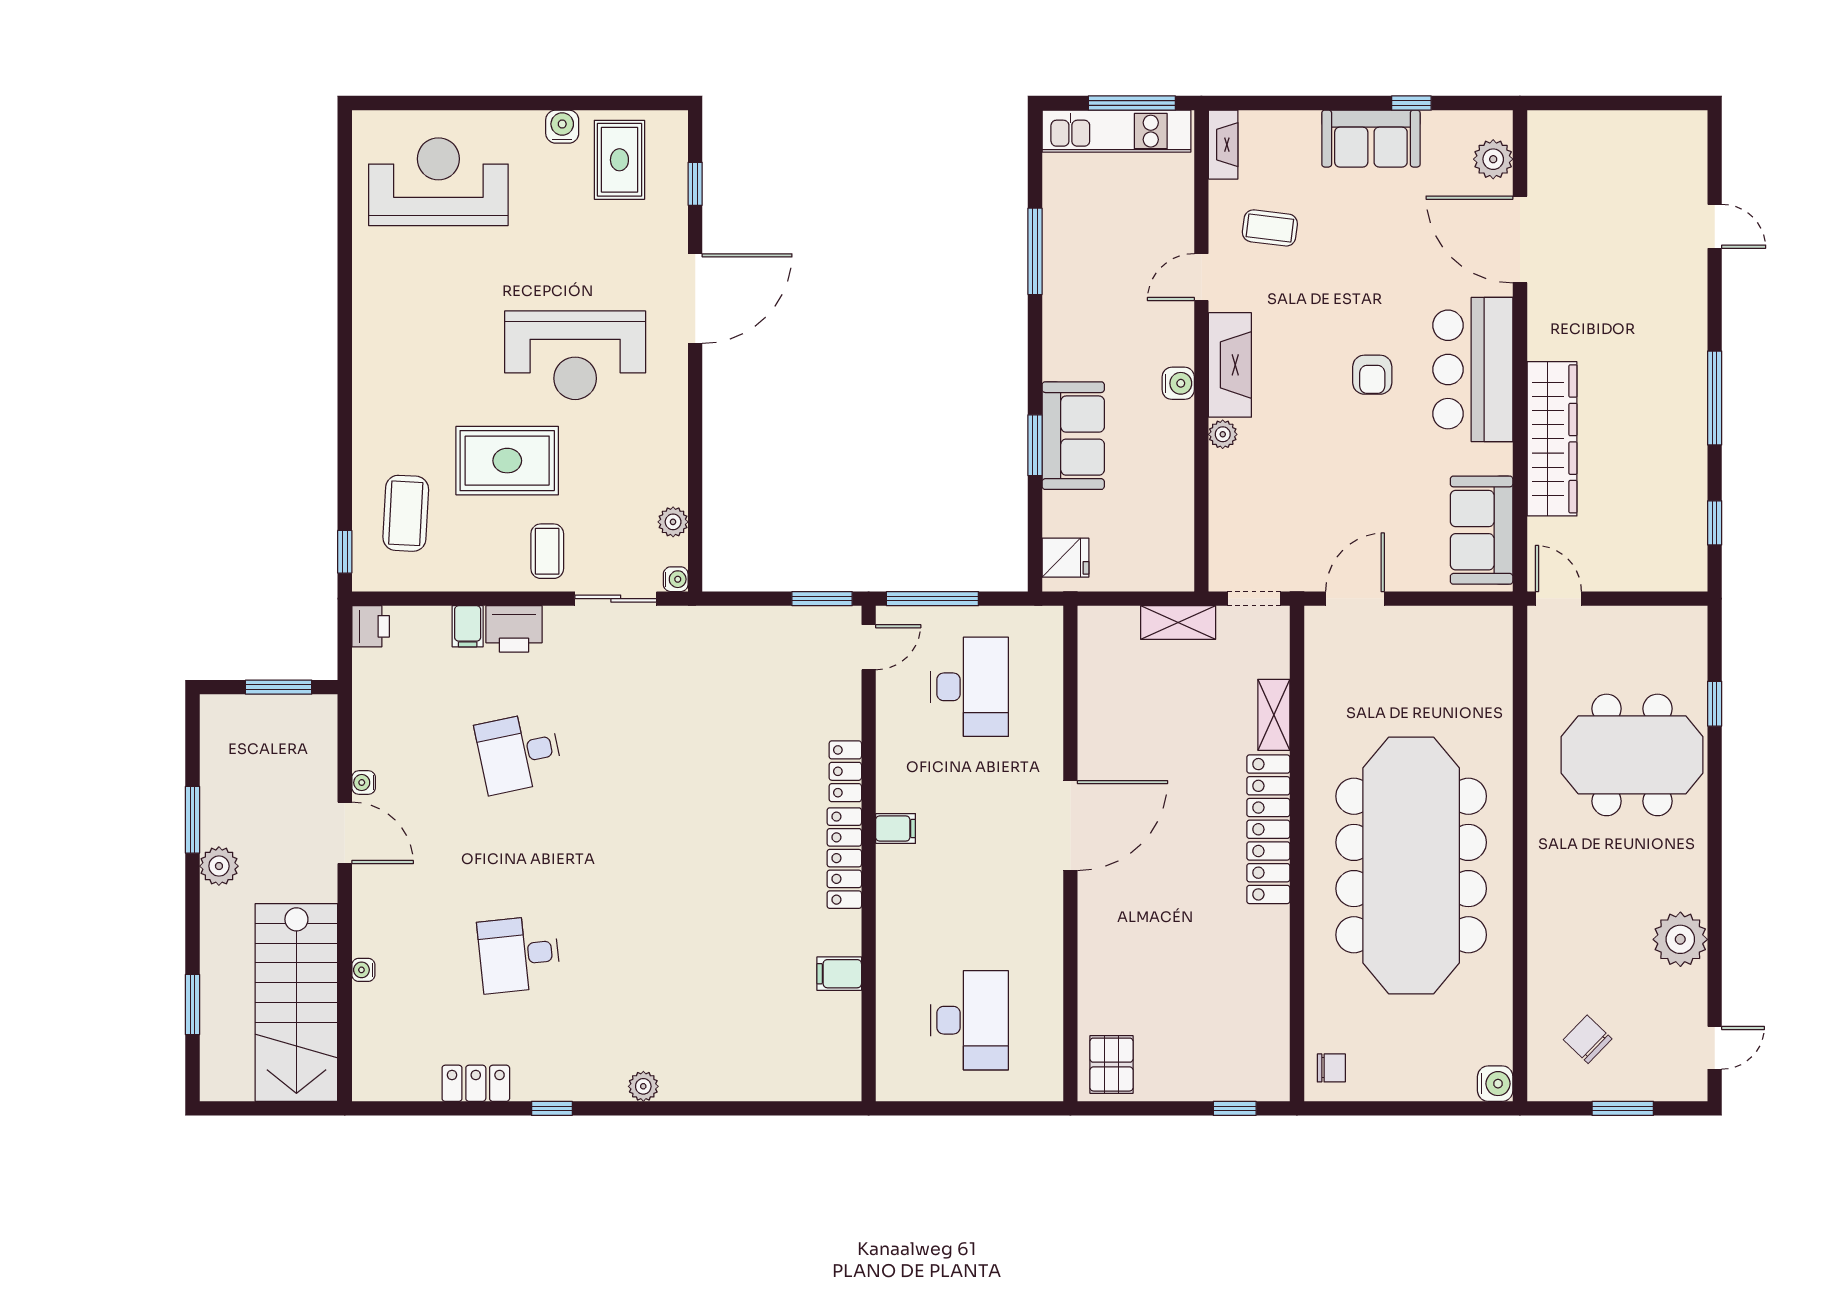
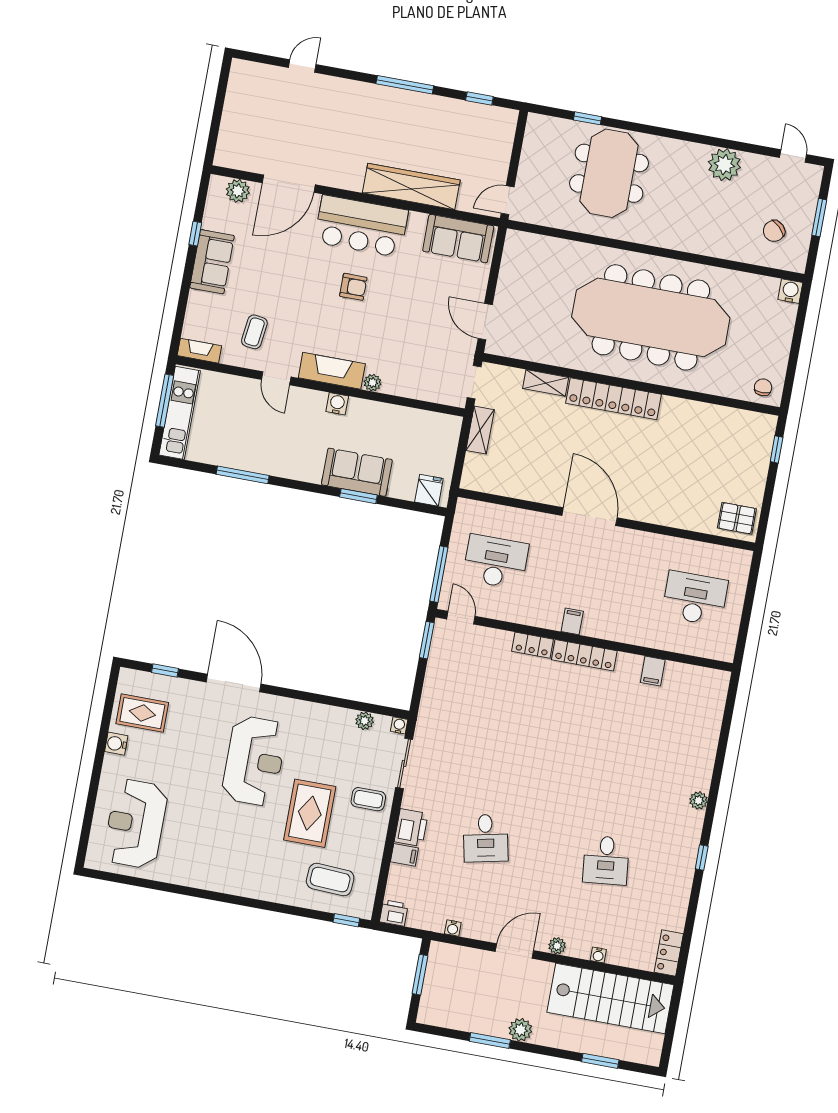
water cooler: (364, 783) -> (453, 928), moved
plant: (366, 900) -> (557, 946), added
locker: (476, 1083) -> (669, 953), moved

